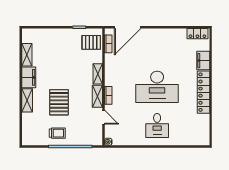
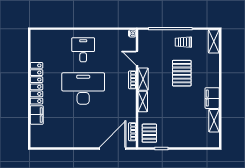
locker: (197, 34) -> (43, 142), removed
pallet: (91, 42) -> (149, 133), turned 90
shelving: (27, 100) -> (214, 41), moved

